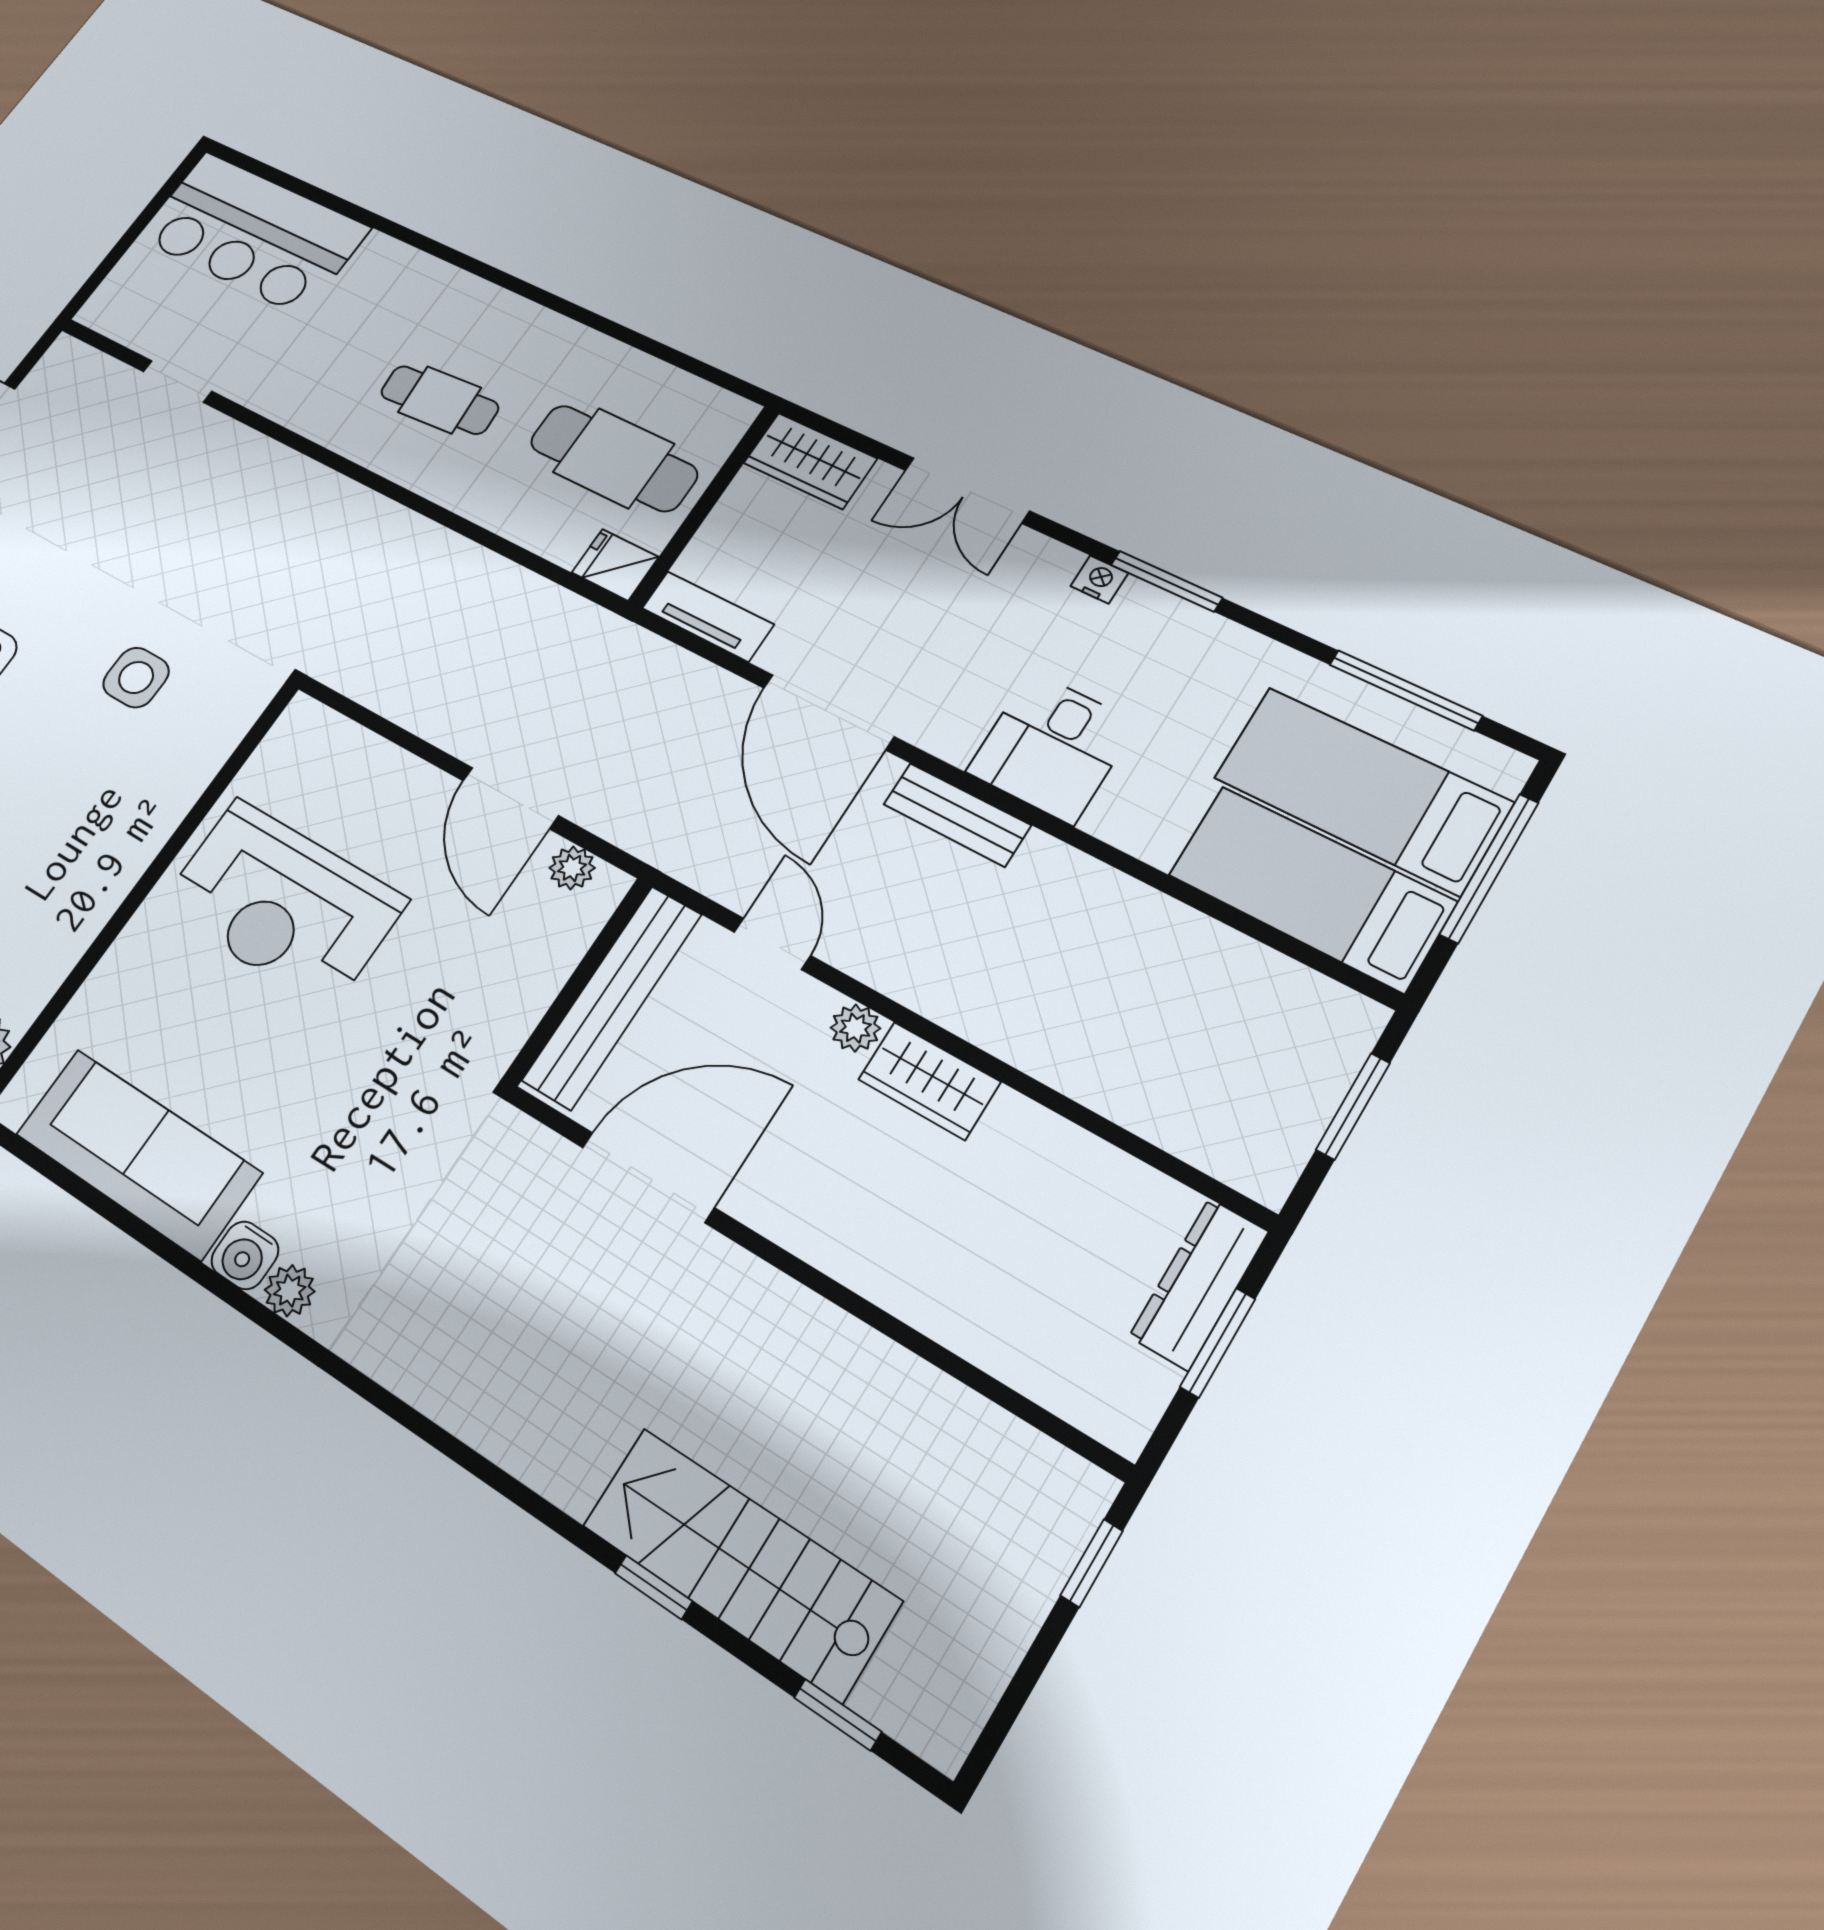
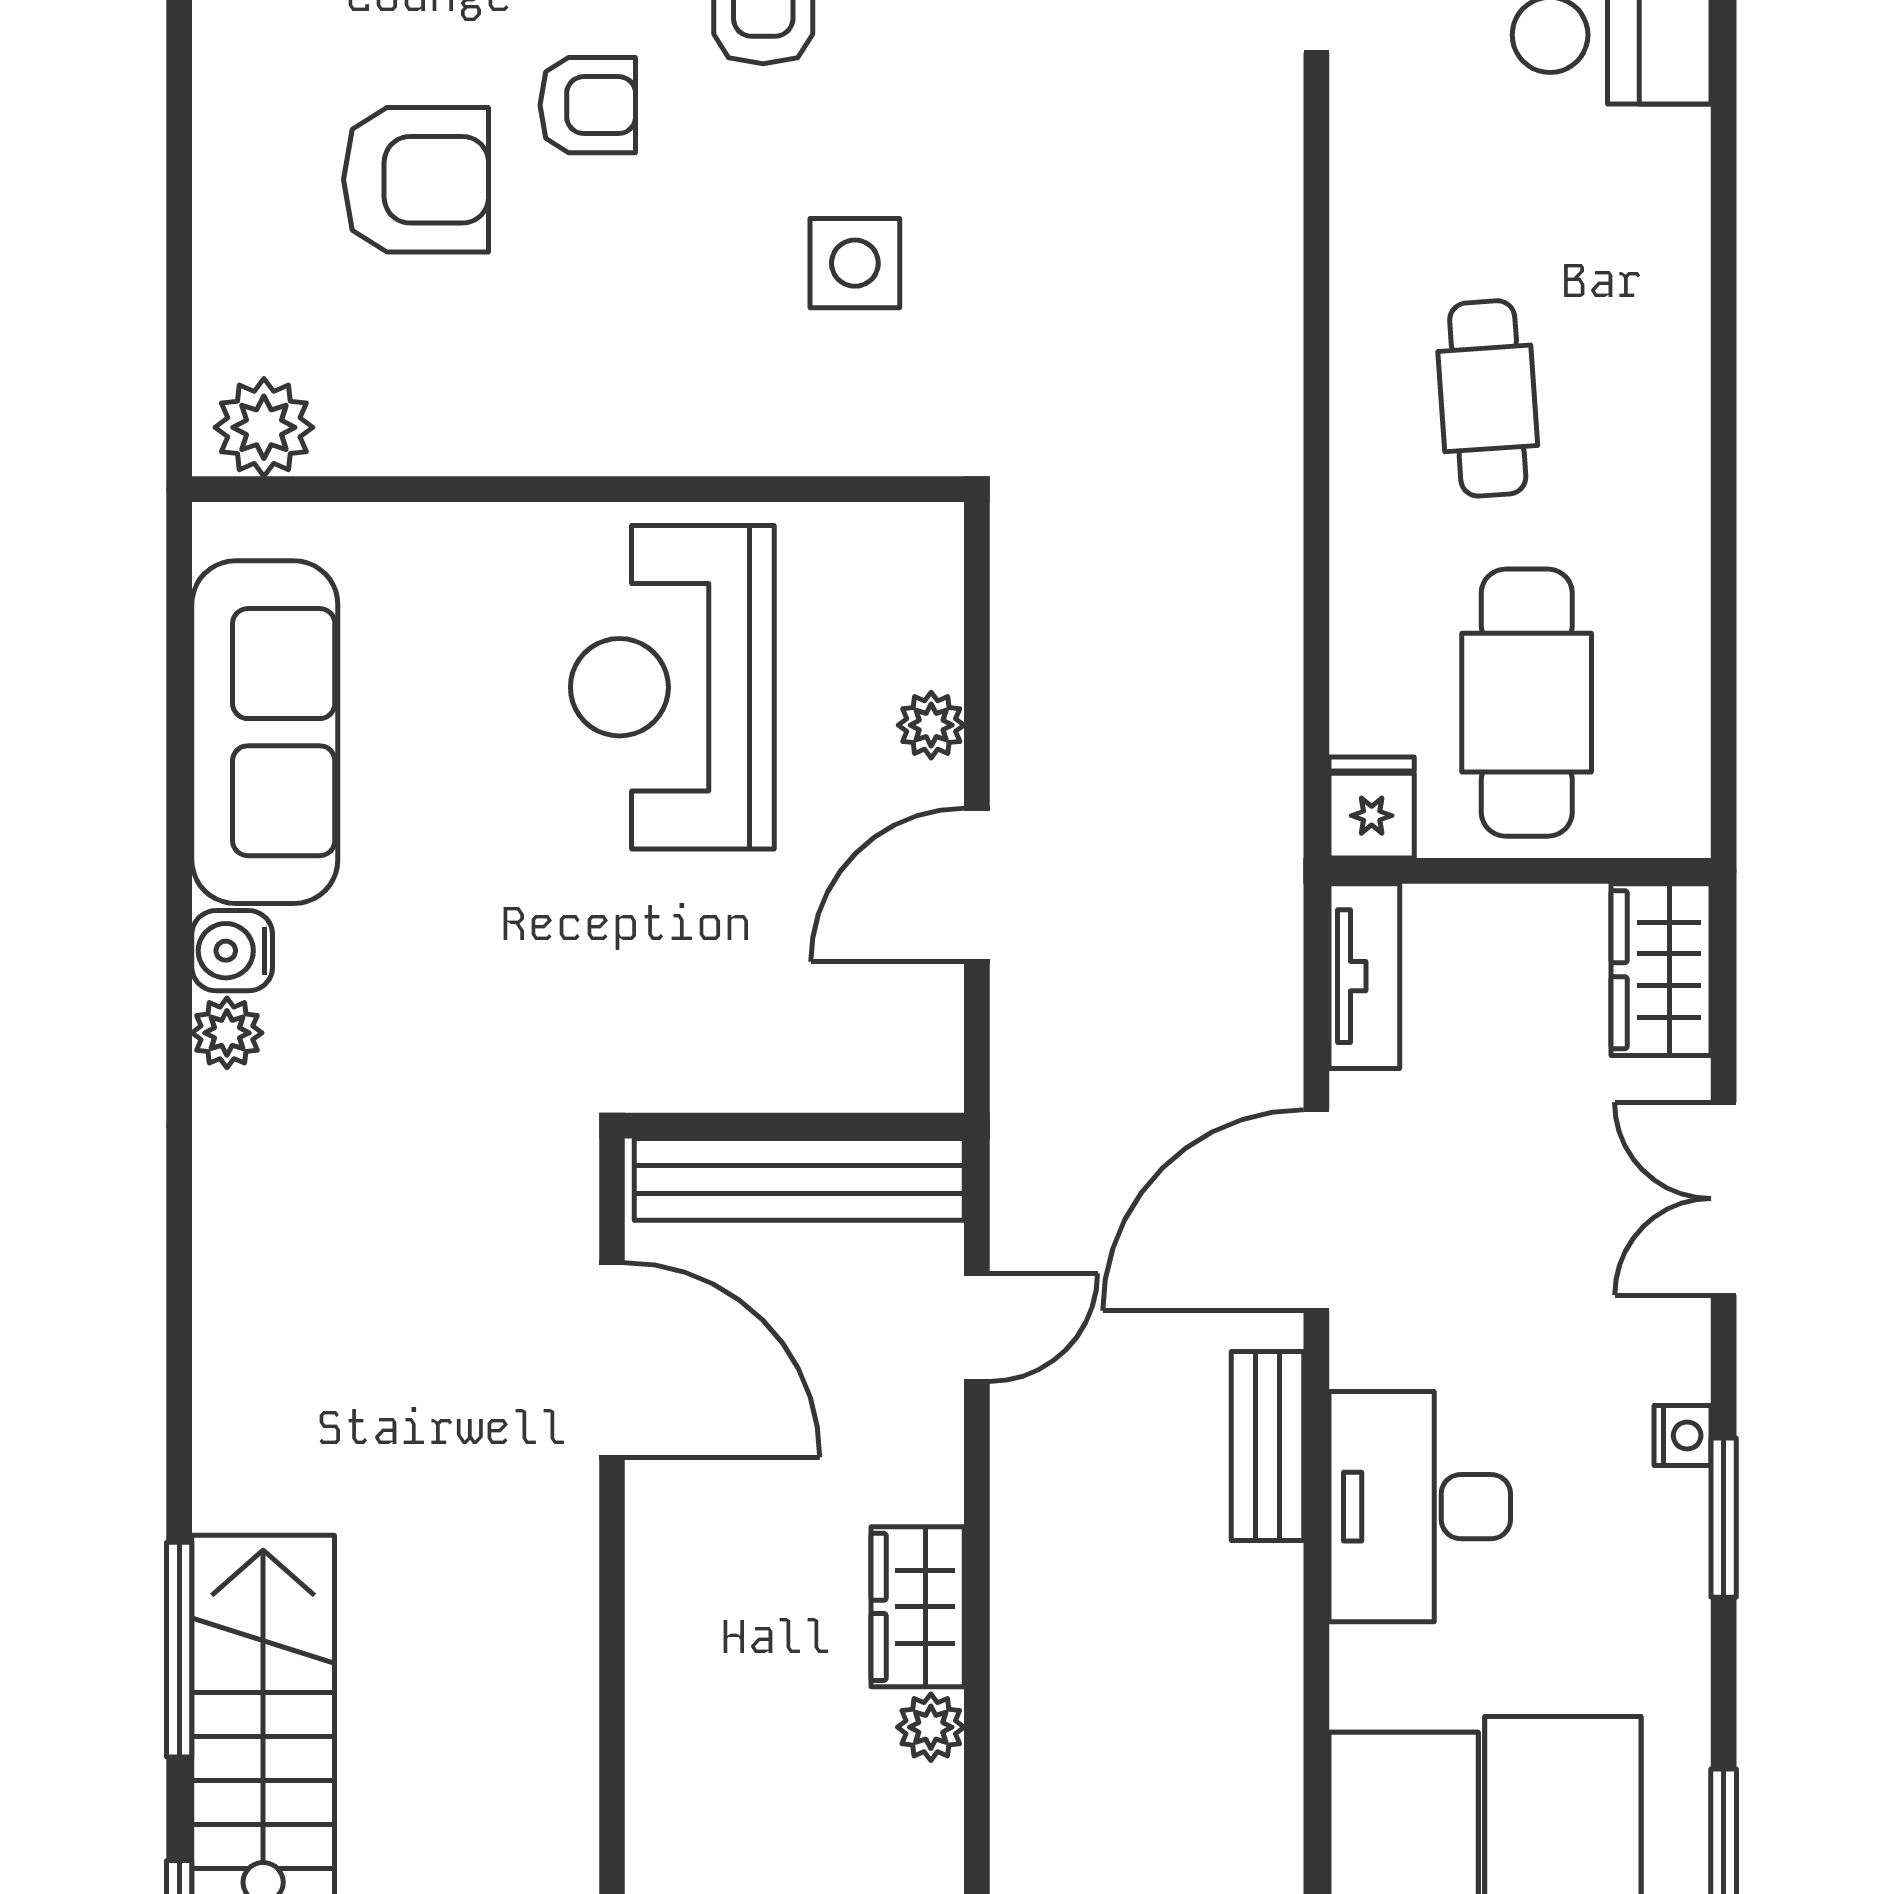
desk: (1052, 747) -> (1420, 1507), width x1.37
plant: (572, 868) -> (931, 725), moved
plant: (855, 1028) -> (931, 1727), moved
window: (654, 1587) -> (179, 1650), width x2.17

